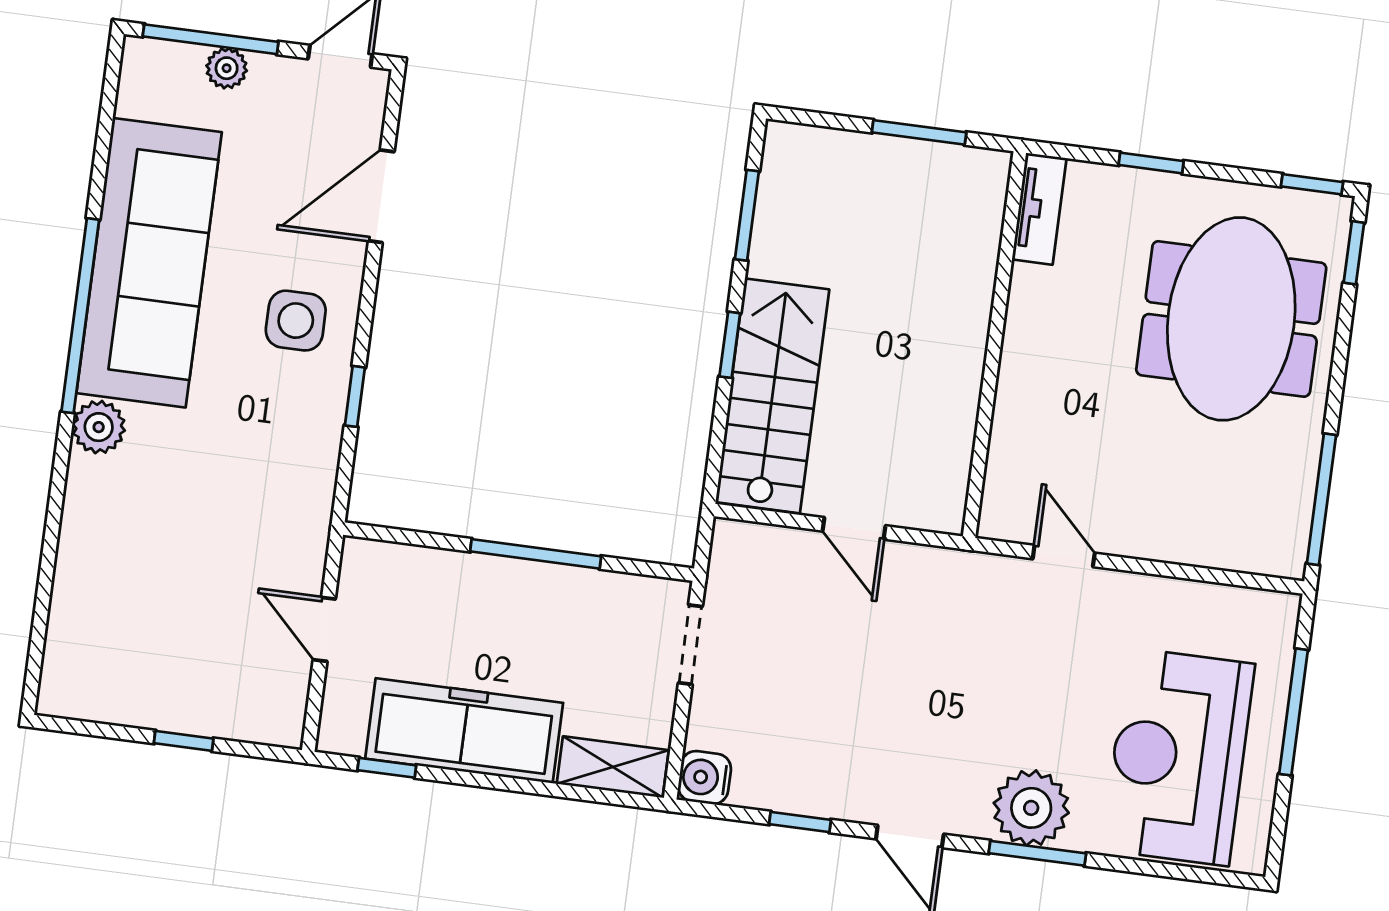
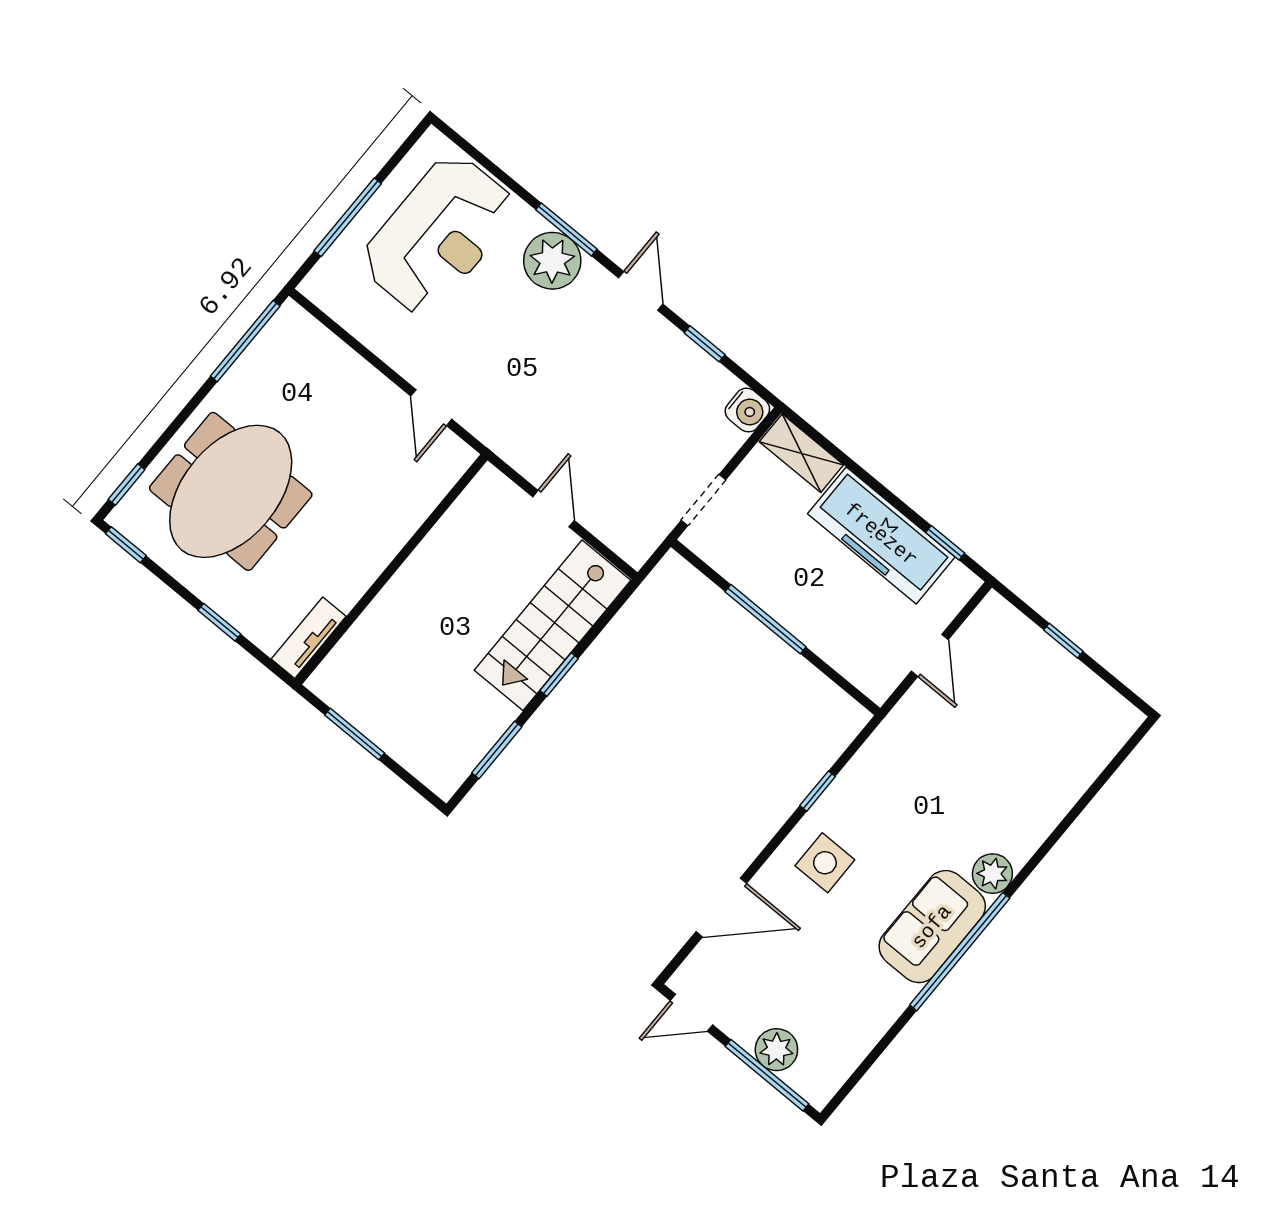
plant: (227, 68) -> (776, 1050), width x1.38, depth x1.38
sofa: (149, 263) -> (932, 927), width x0.54, depth x0.79

